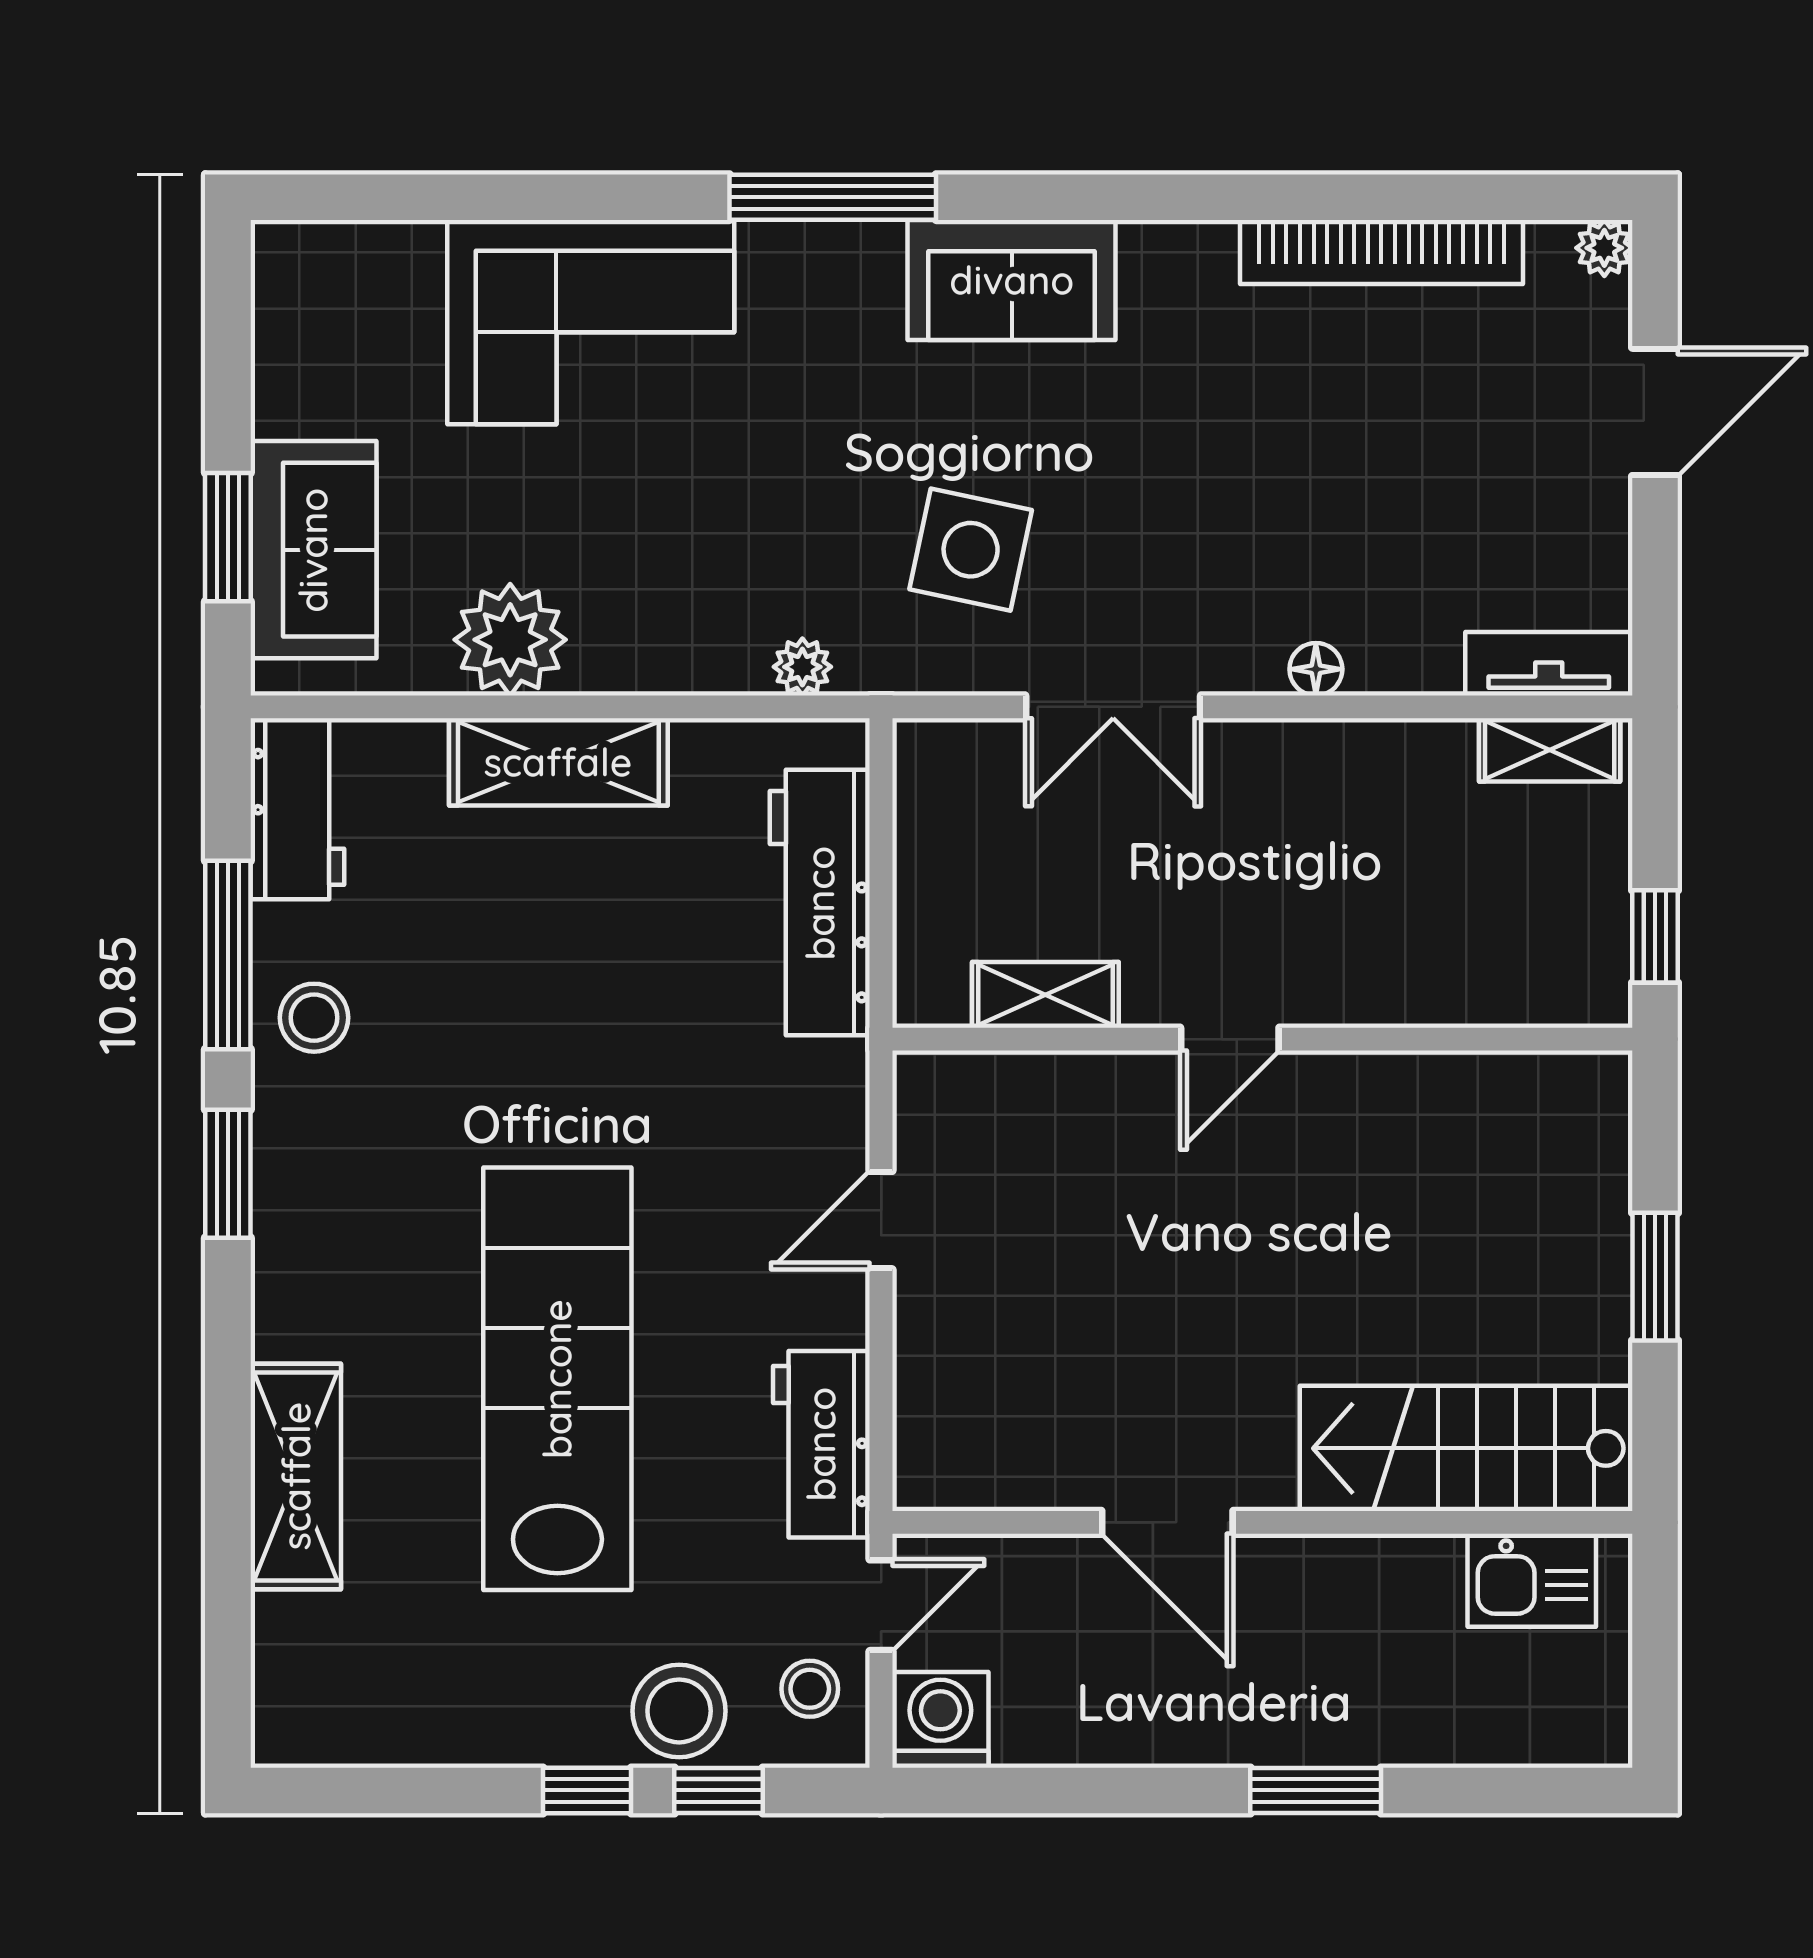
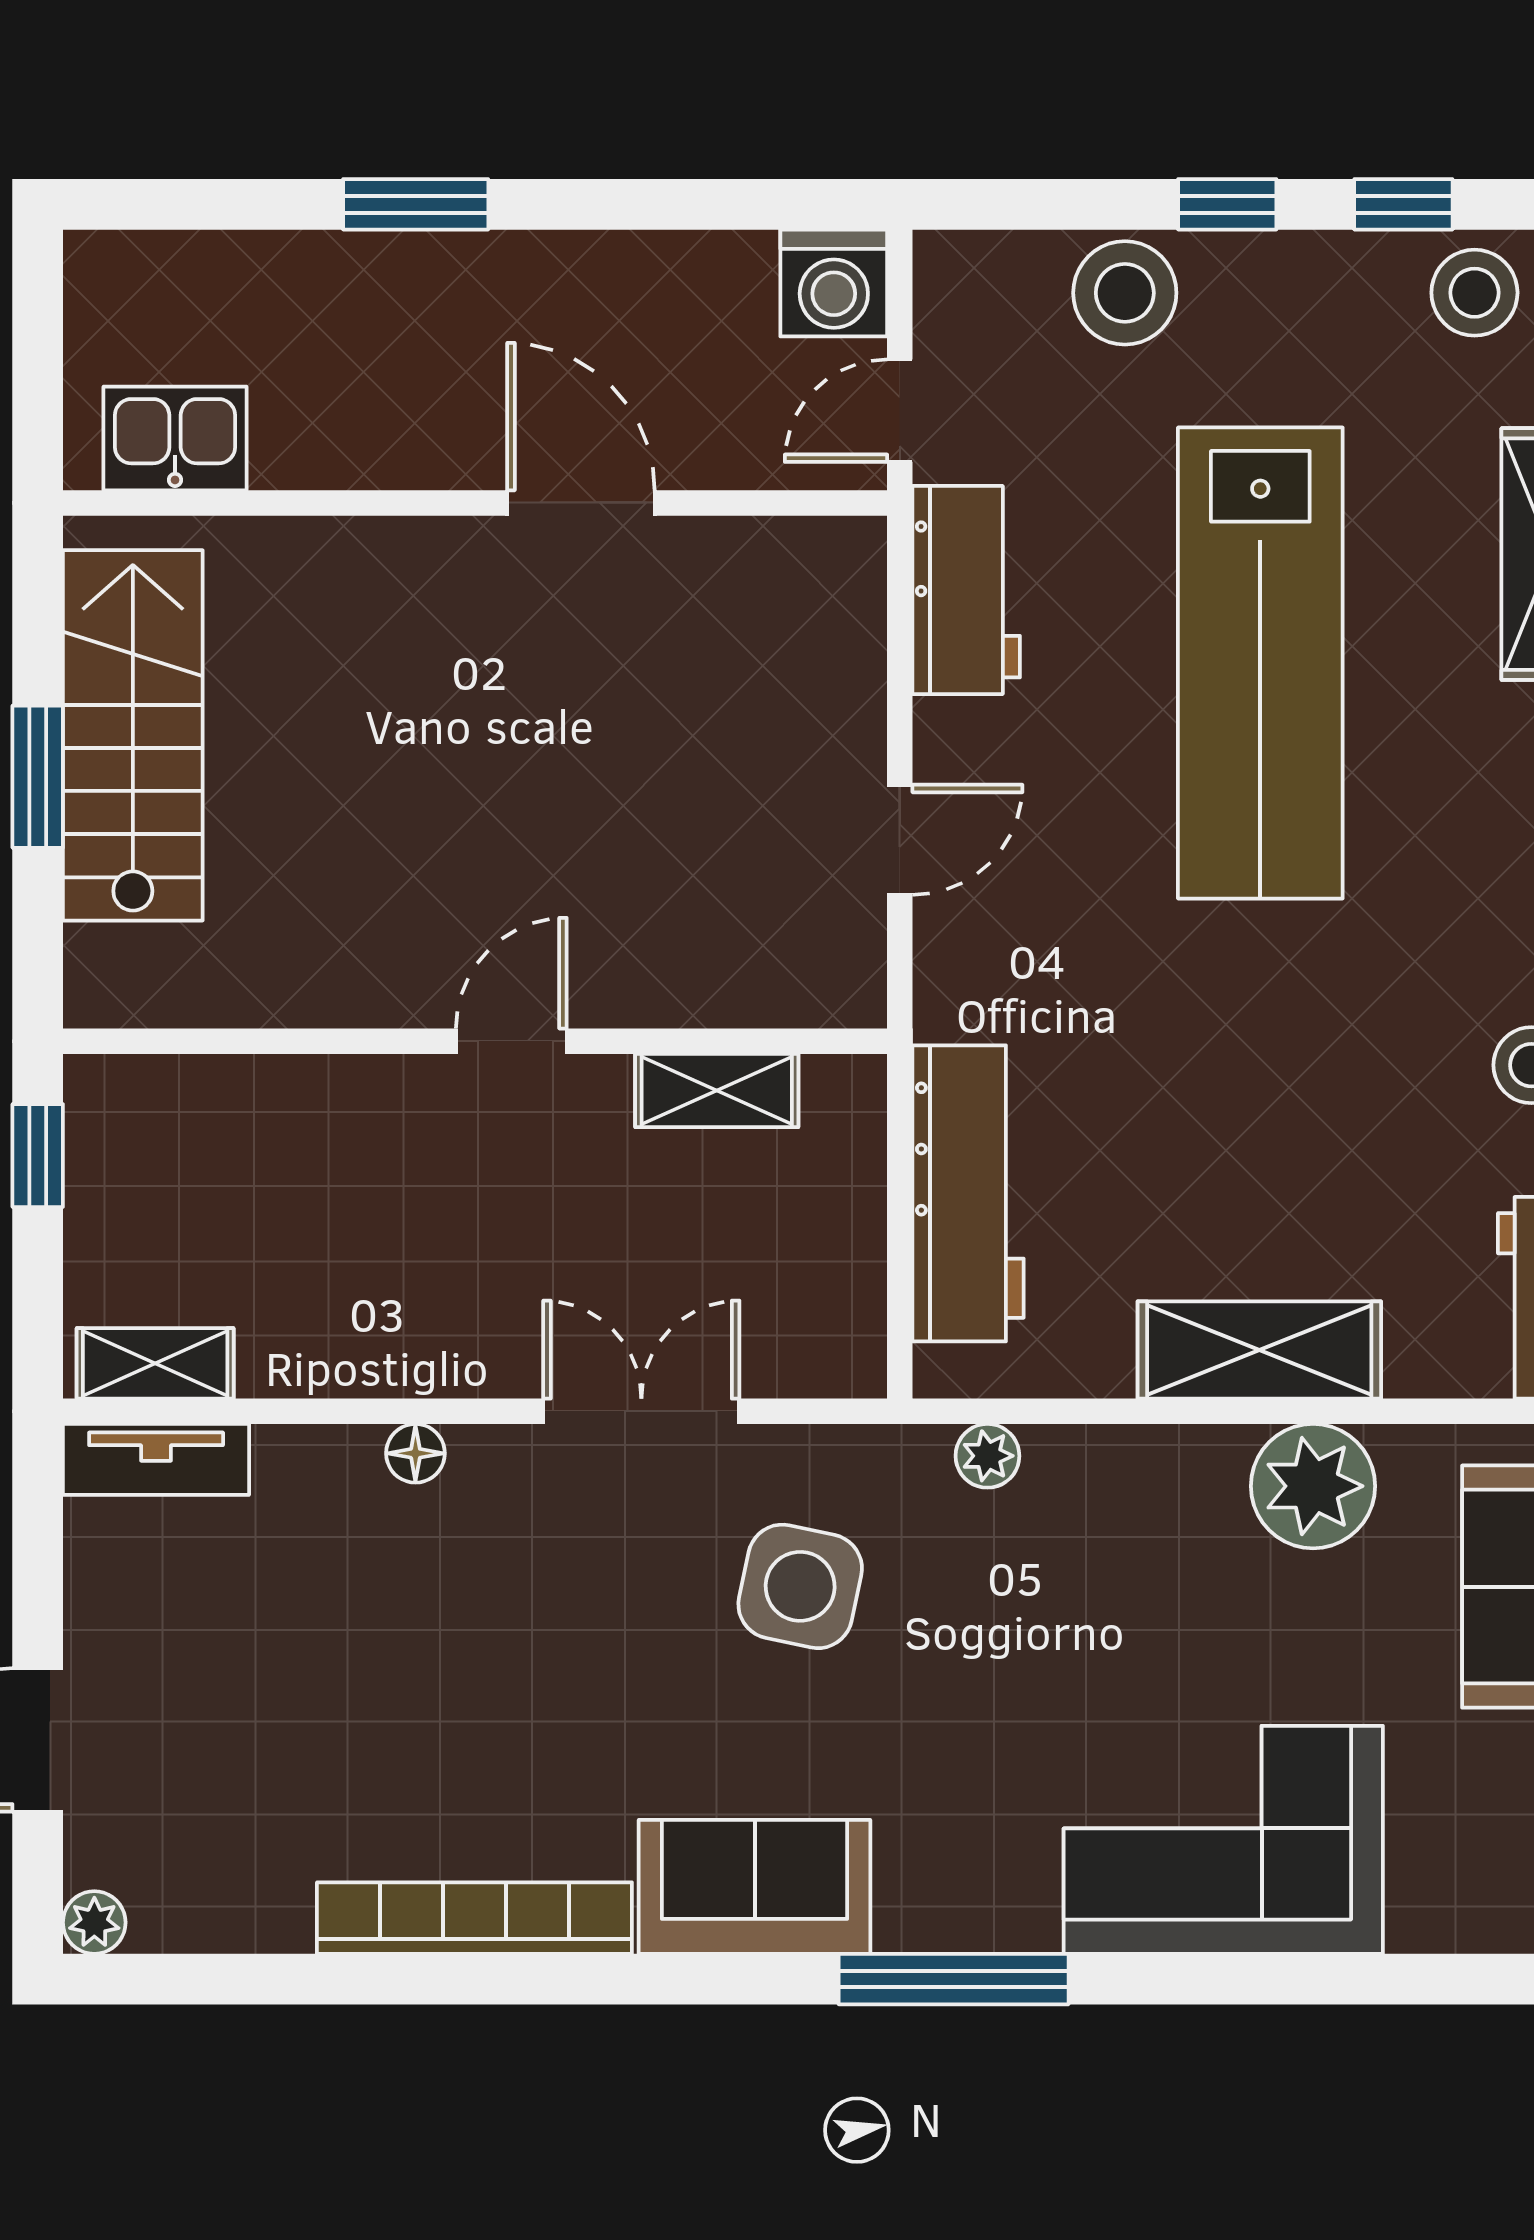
bookcase: (1381, 252) -> (474, 1918), moved
stairs: (1466, 1448) -> (133, 735), moved, turned -90
stool: (810, 1689) -> (1474, 293), moved, width x1.37, depth x1.37
window: (719, 1790) -> (1403, 204), moved

